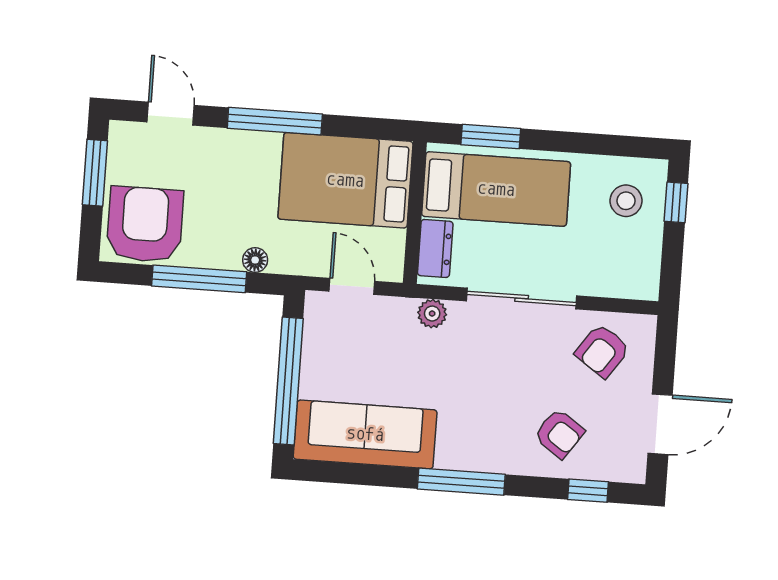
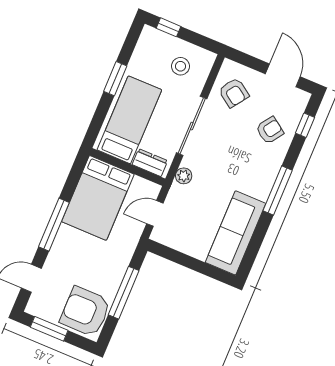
window: (491, 137) -> (115, 79), moved
stool: (626, 201) -> (180, 66), moved
floor lamp: (255, 260) -> (124, 260), removed
window: (288, 381) -> (193, 264), removed

